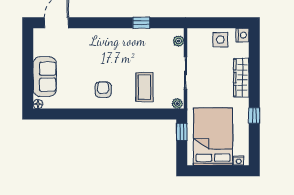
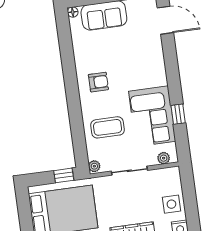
corner sofa: (140, 46) -> (152, 116), added

